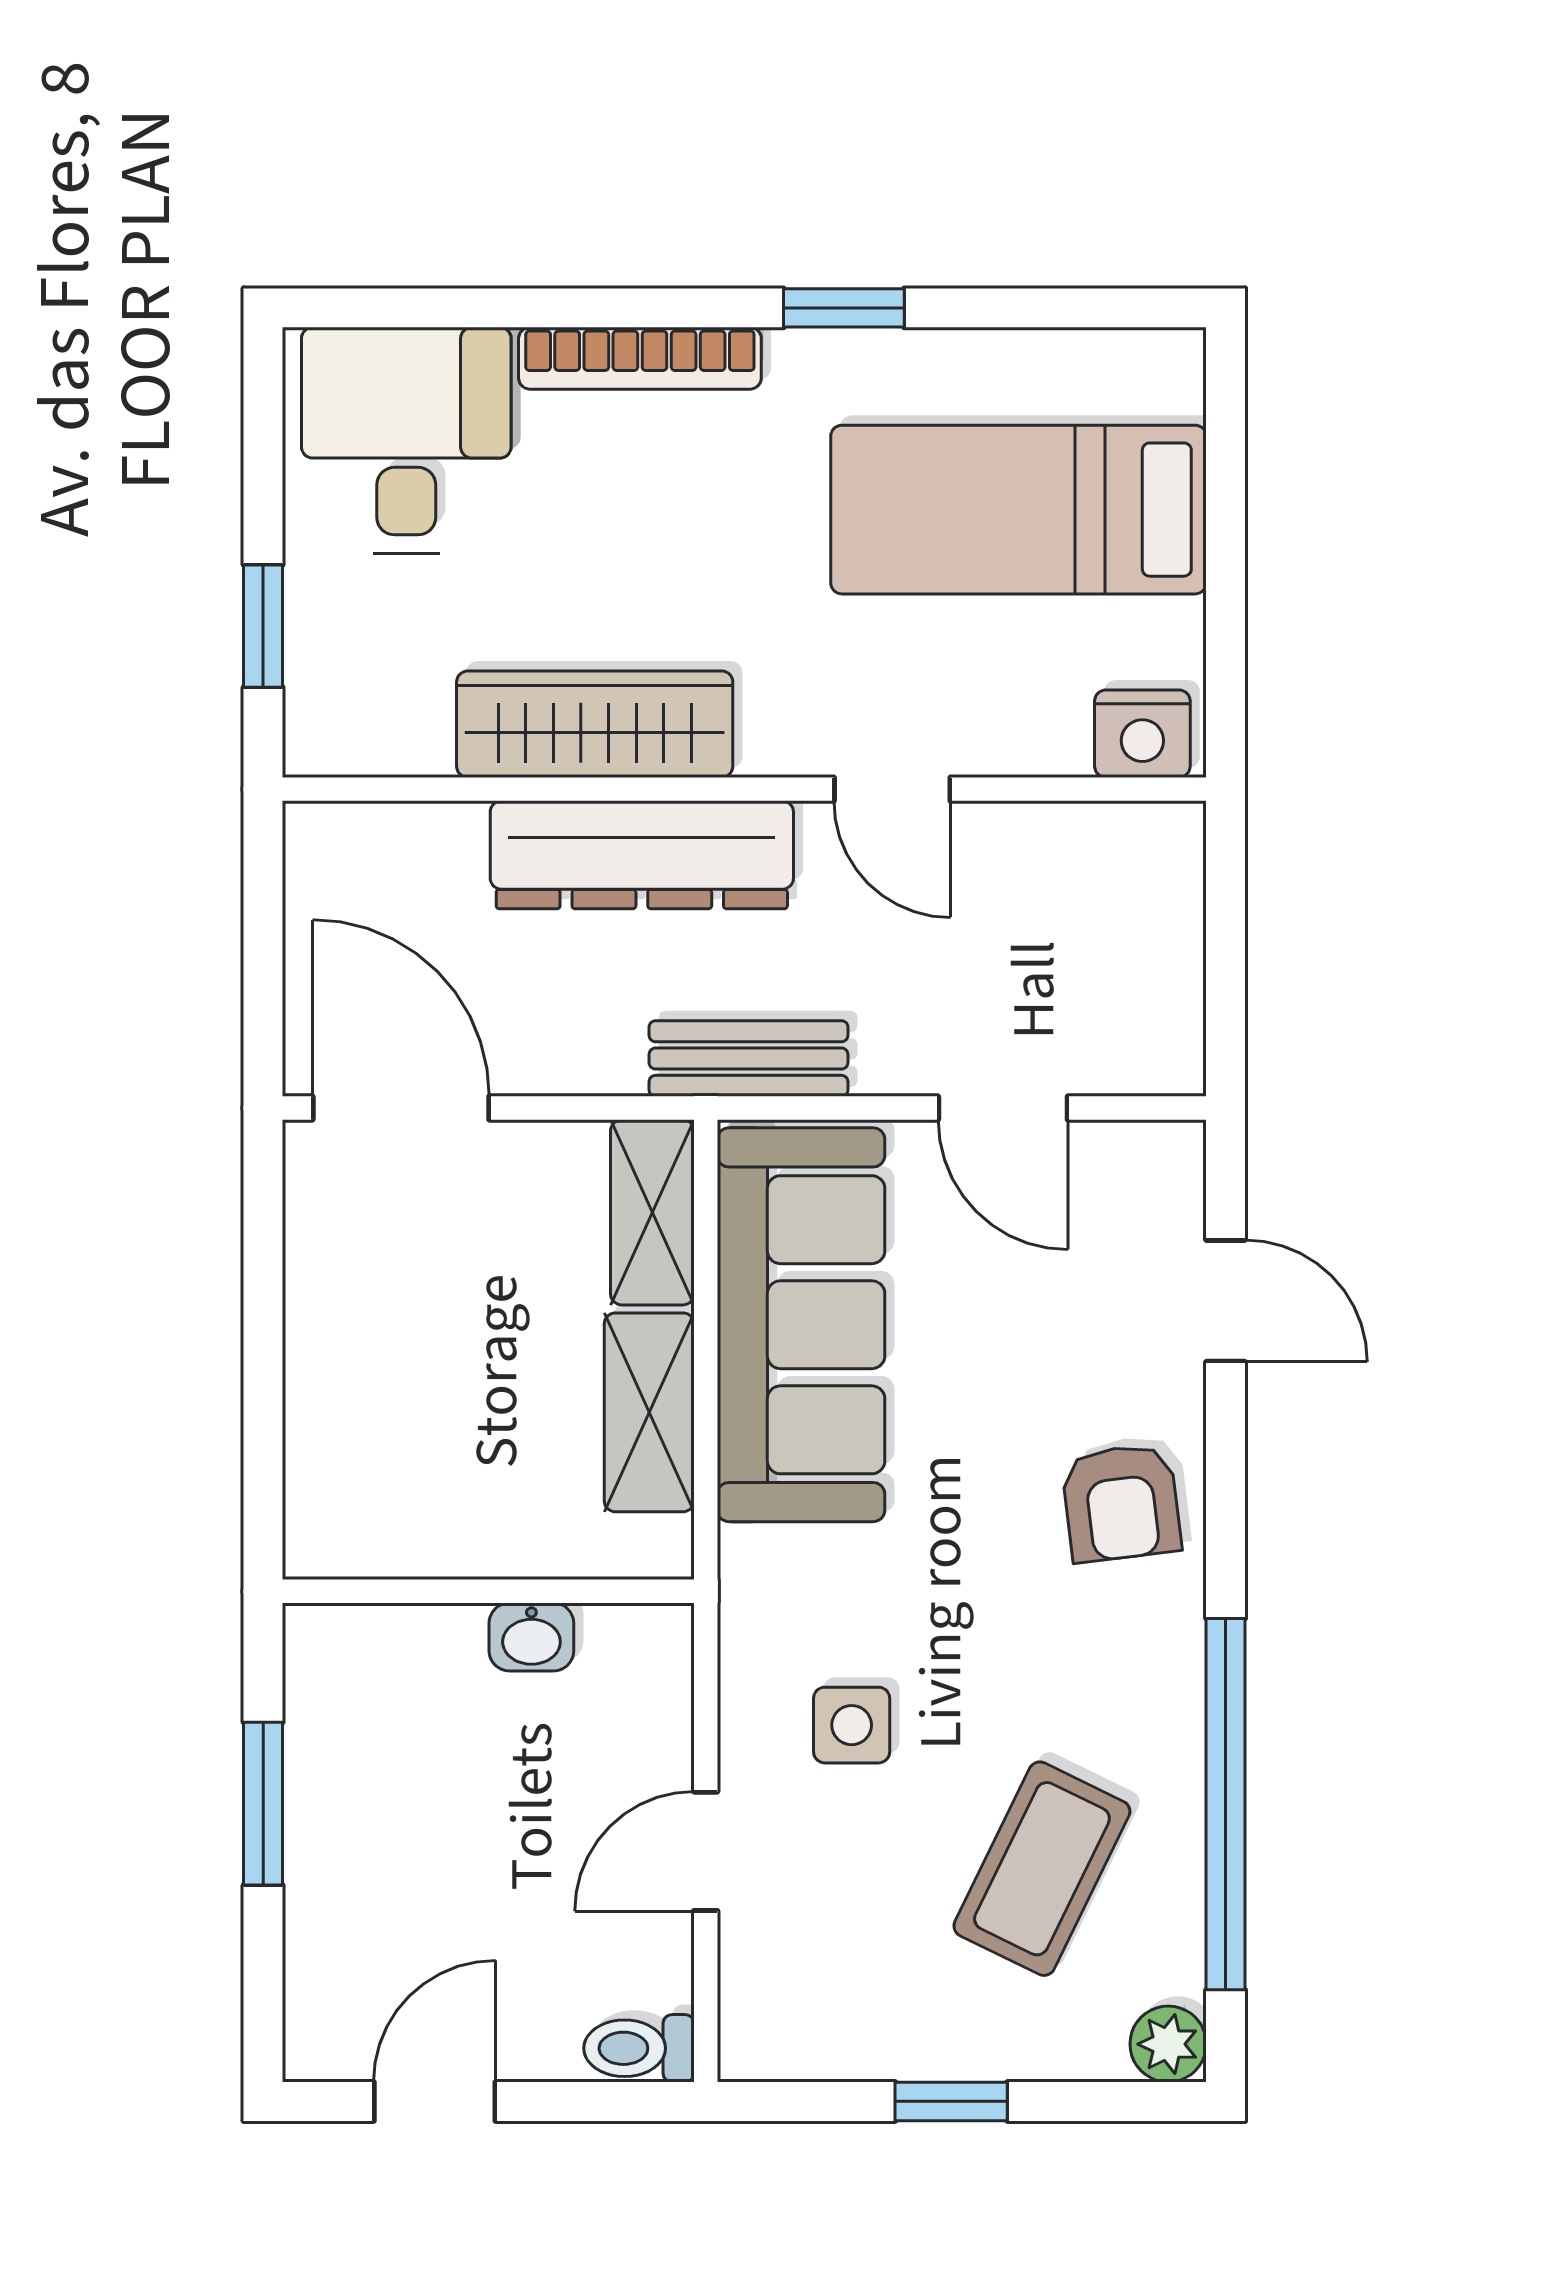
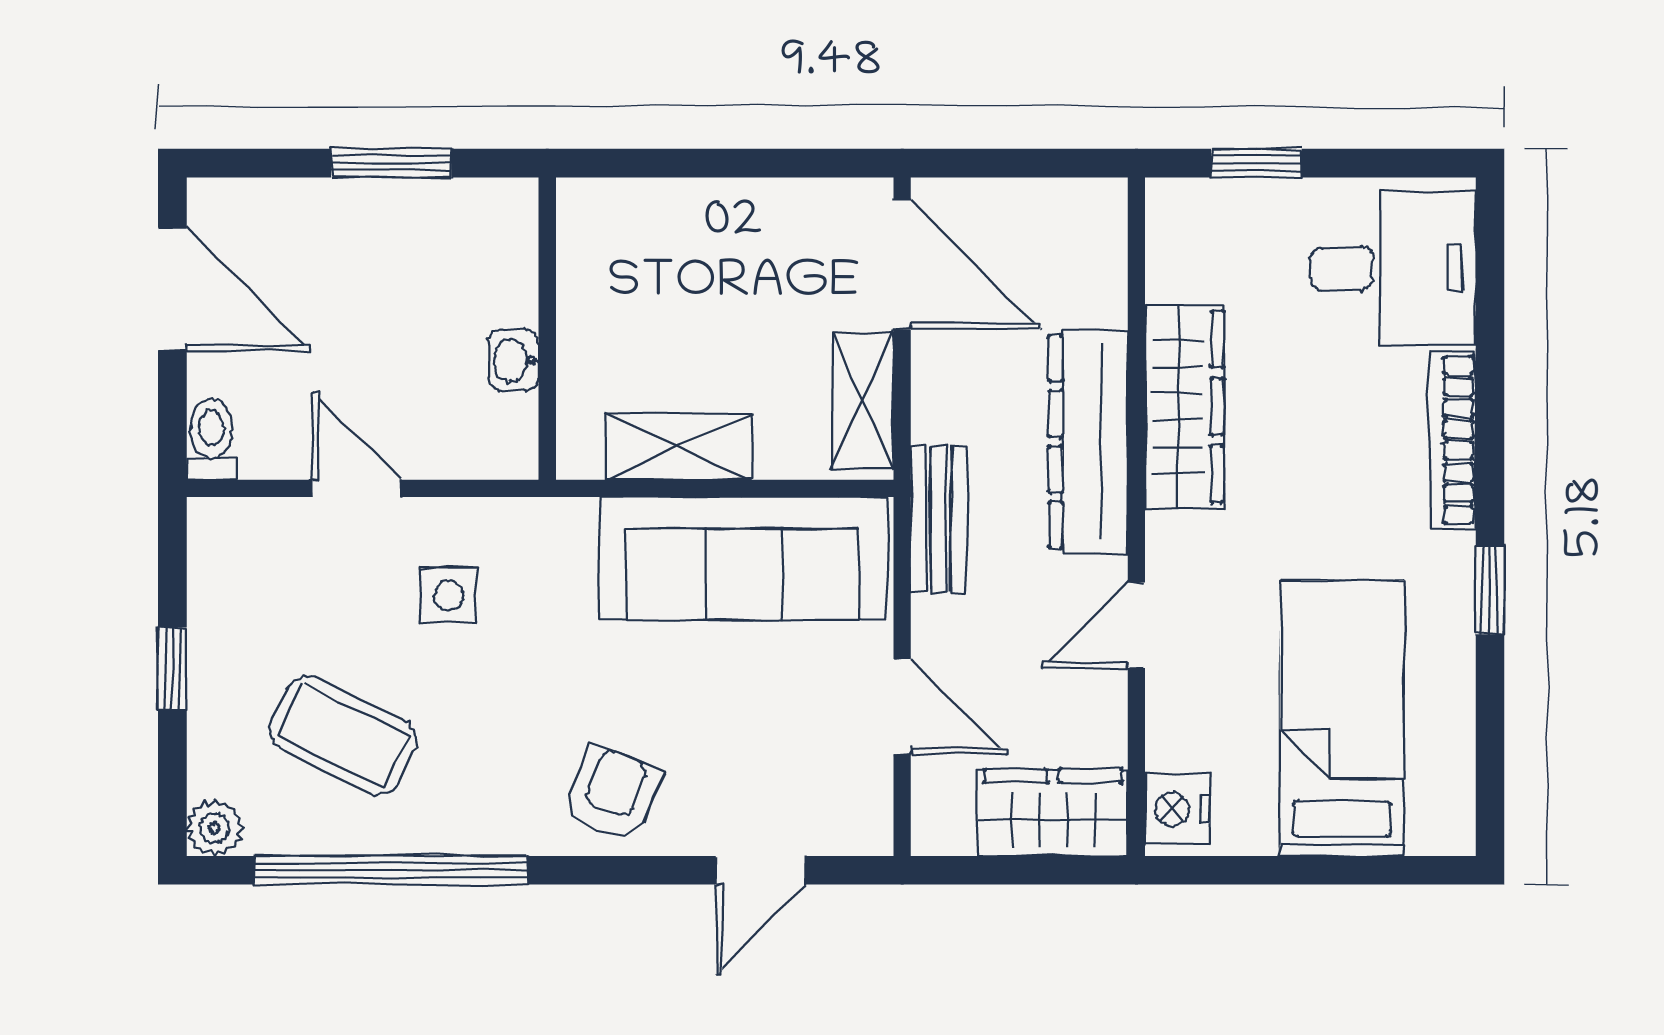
wardrobe: (1147, 903) -> (1053, 813), added
door: (401, 1108) -> (902, 264), hinge flipped
door: (1003, 1108) -> (902, 707), swing flipped
shelving: (652, 1212) -> (863, 400), moved, turned 90
armchair: (1121, 1503) -> (612, 794), turned 119
door: (435, 2101) -> (172, 289), width x1.38

